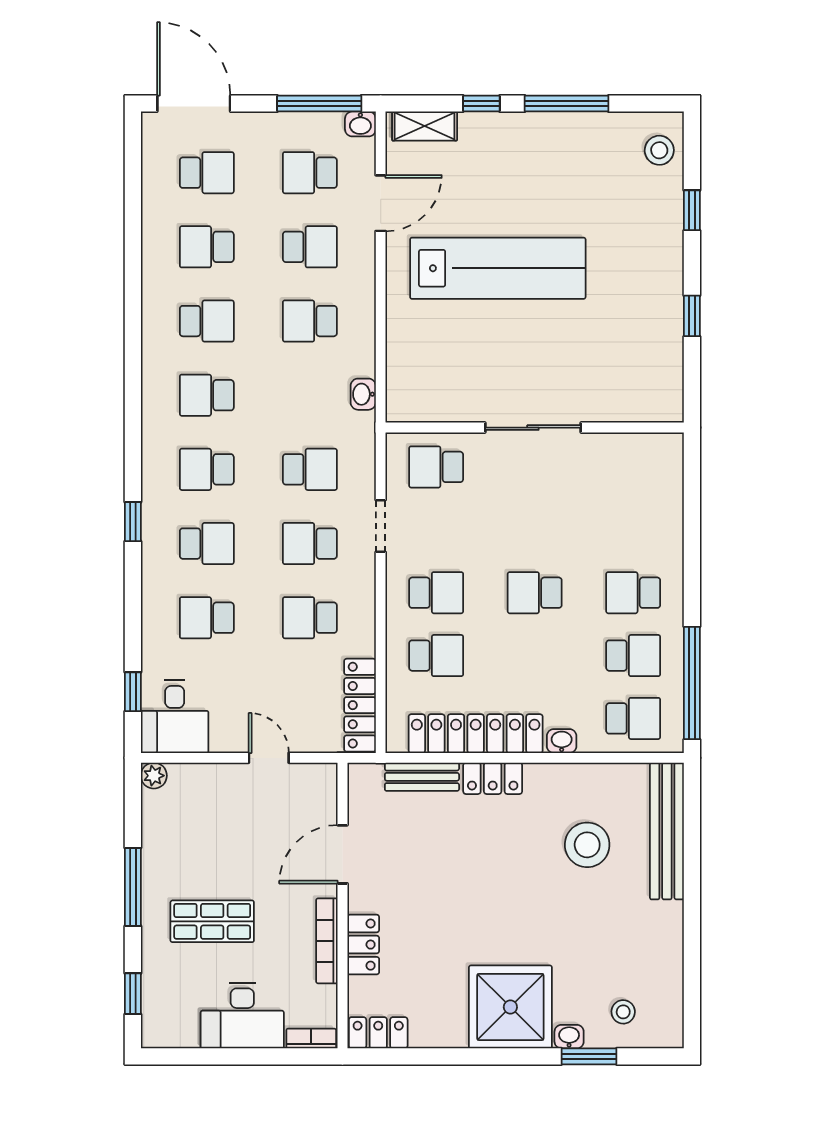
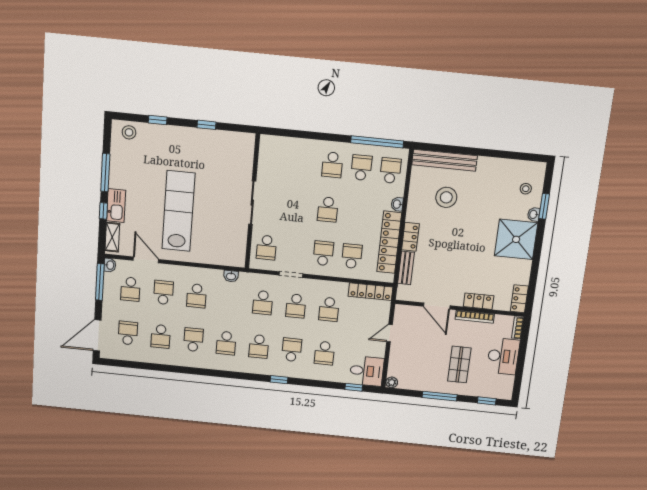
kitchen sink: (496, 131) -> (116, 206), added
school desk: (310, 469) -> (263, 303), turned 180

